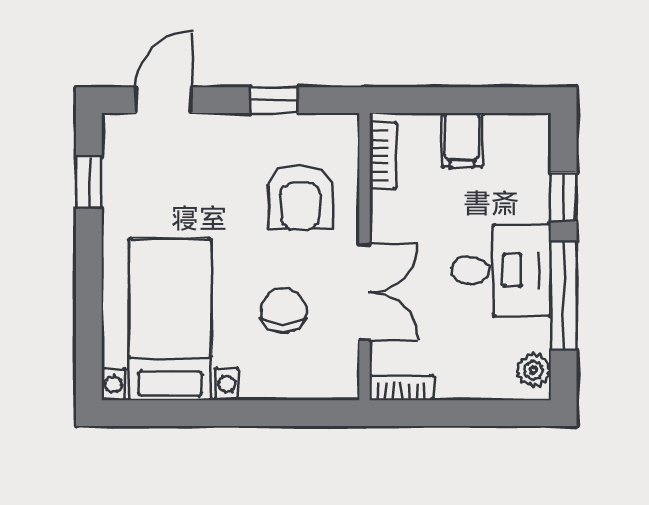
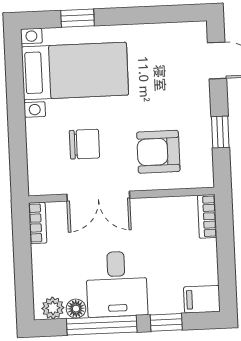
filing cabinet: (462, 140) -> (202, 299), moved
bookcase: (383, 155) -> (207, 216), moved, turned 90
window: (89, 182) -> (77, 18), moved
floor lamp: (536, 335) -> (76, 309), added

